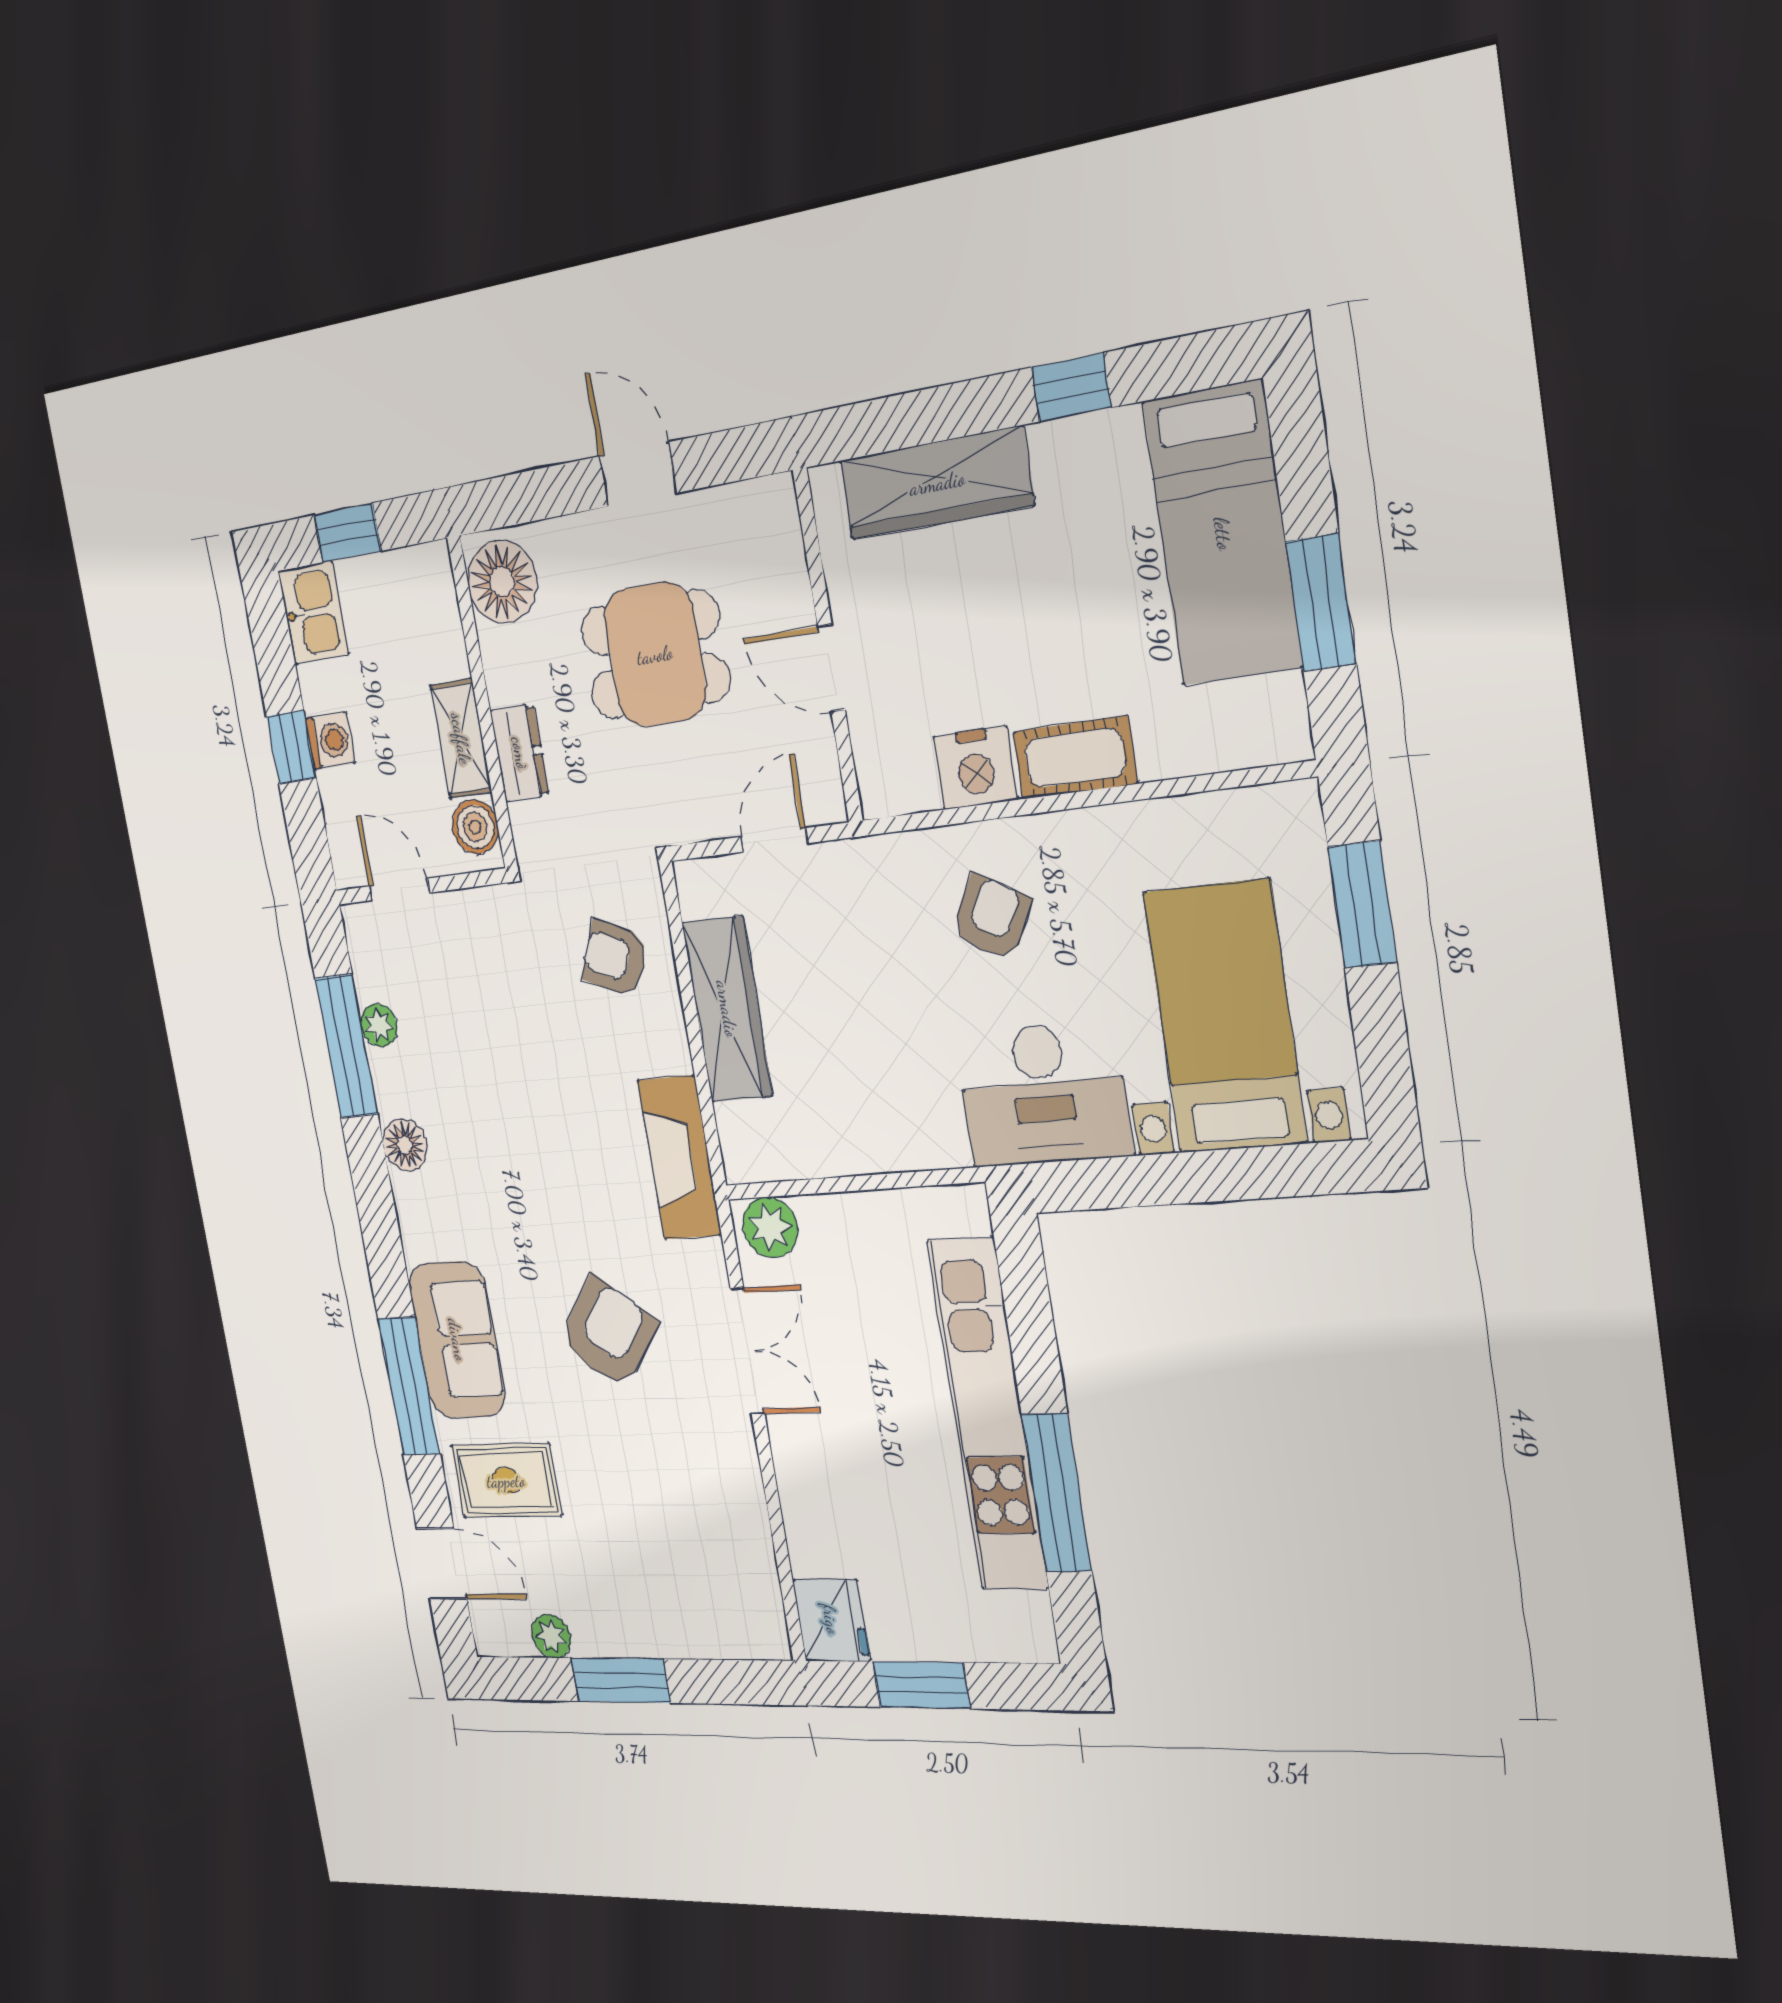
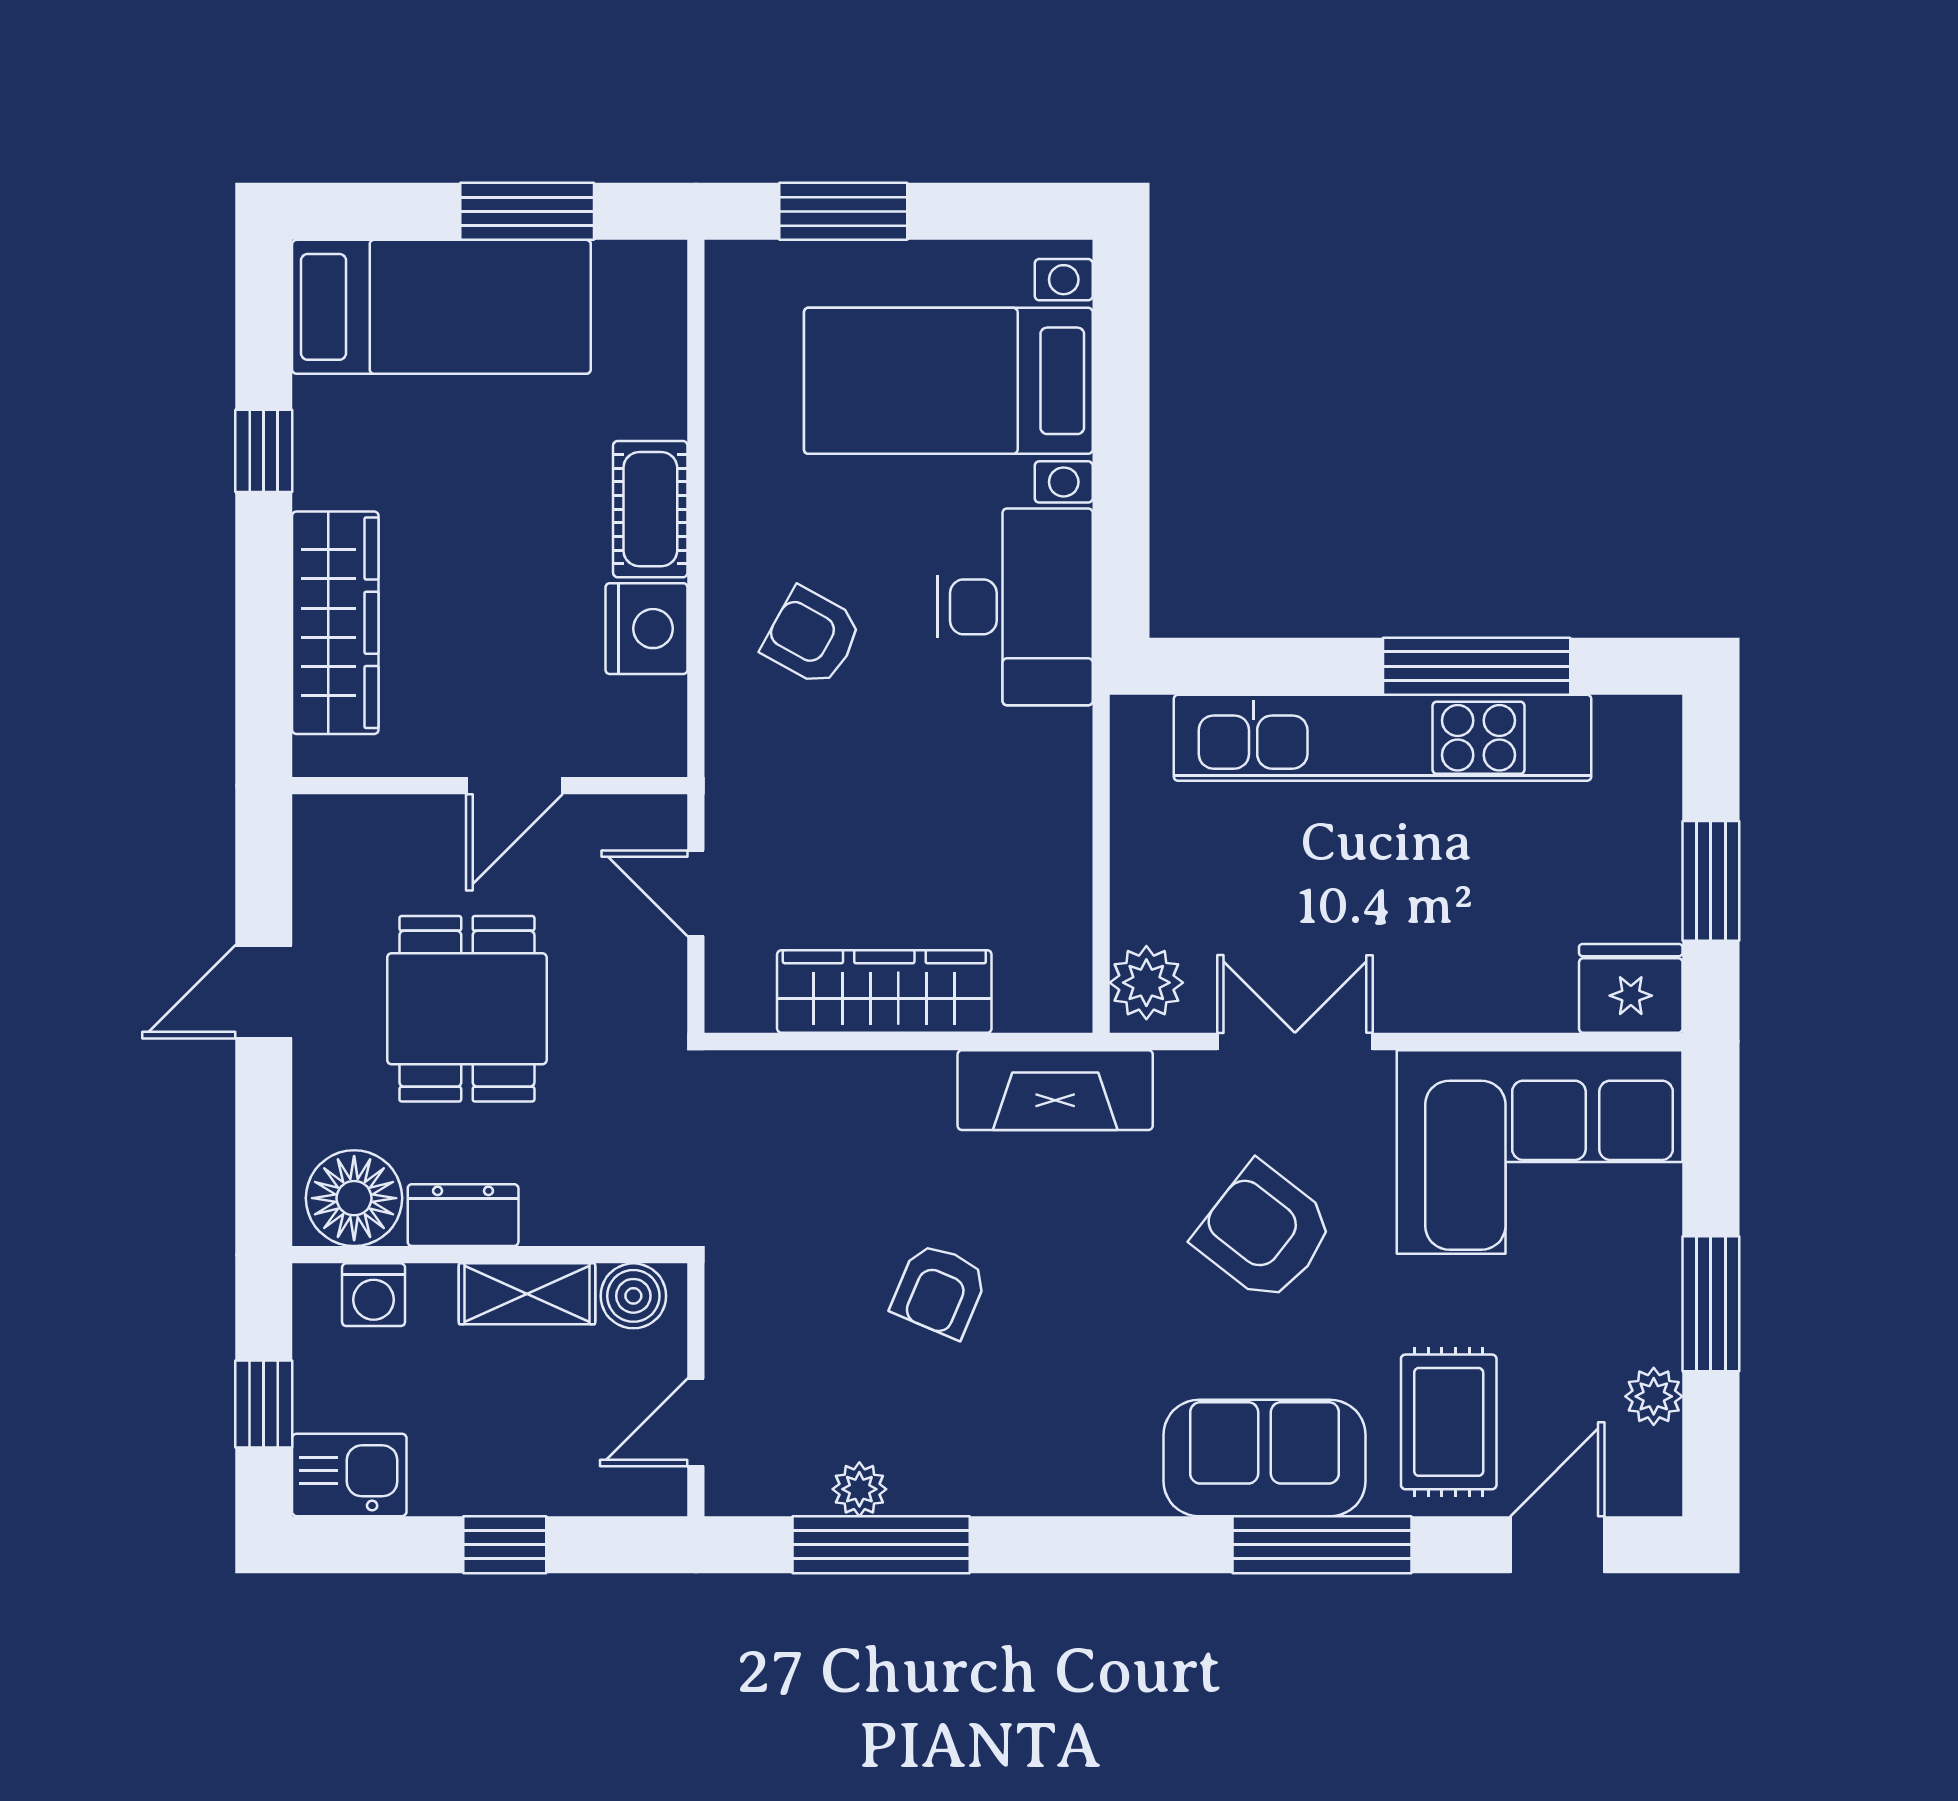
washing machine: (330, 741) -> (374, 1295), moved, turned 180
dresser: (520, 753) -> (463, 1215), moved
armchair: (615, 958) -> (939, 1290), moved
floor lamp: (405, 1145) -> (1012, 1483), removed
corner sofa: (702, 1548) -> (1540, 1152), added

